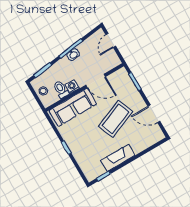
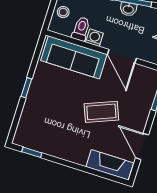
coffee table: (116, 119) -> (101, 112), width x0.73, depth x0.76
fireplace: (118, 158) -> (110, 165), moved

